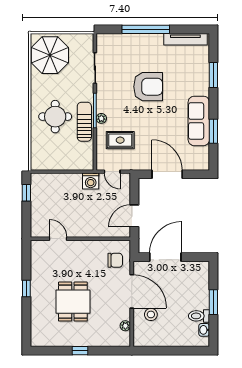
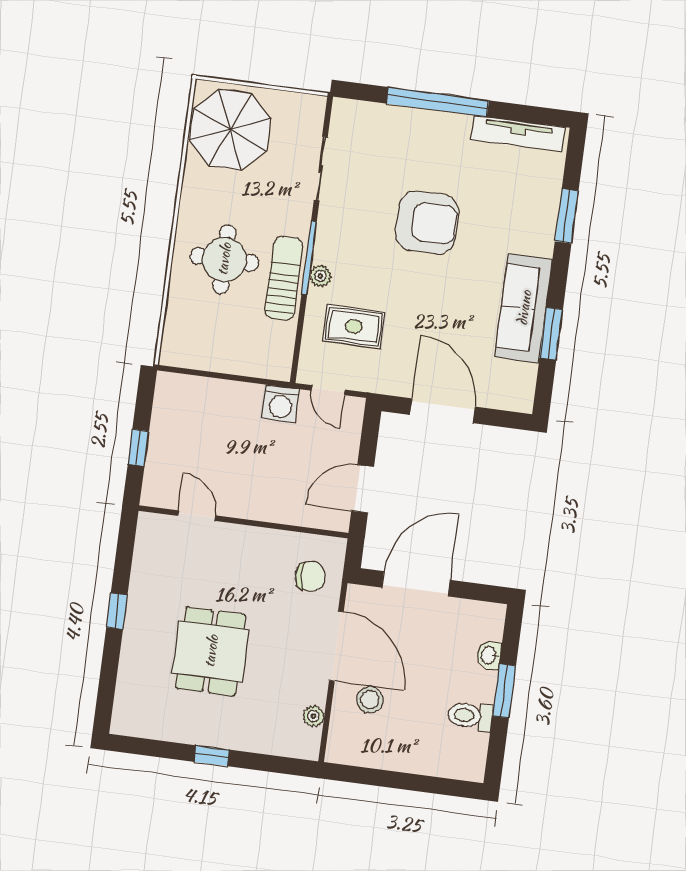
window: (26, 193) -> (138, 448), moved
washbasin: (204, 330) -> (489, 655), moved

